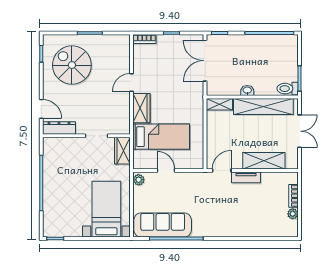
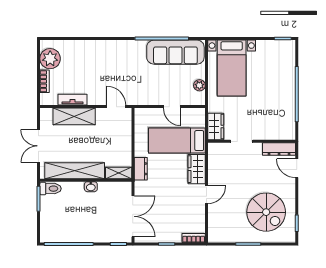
dresser: (197, 108) -> (141, 169), added
door: (222, 171) -> (116, 107), swing flipped
tv unit: (246, 177) -> (73, 100), moved
plant: (139, 180) -> (199, 85), moved
plant: (293, 214) -> (50, 59), width x1.88, depth x1.88

